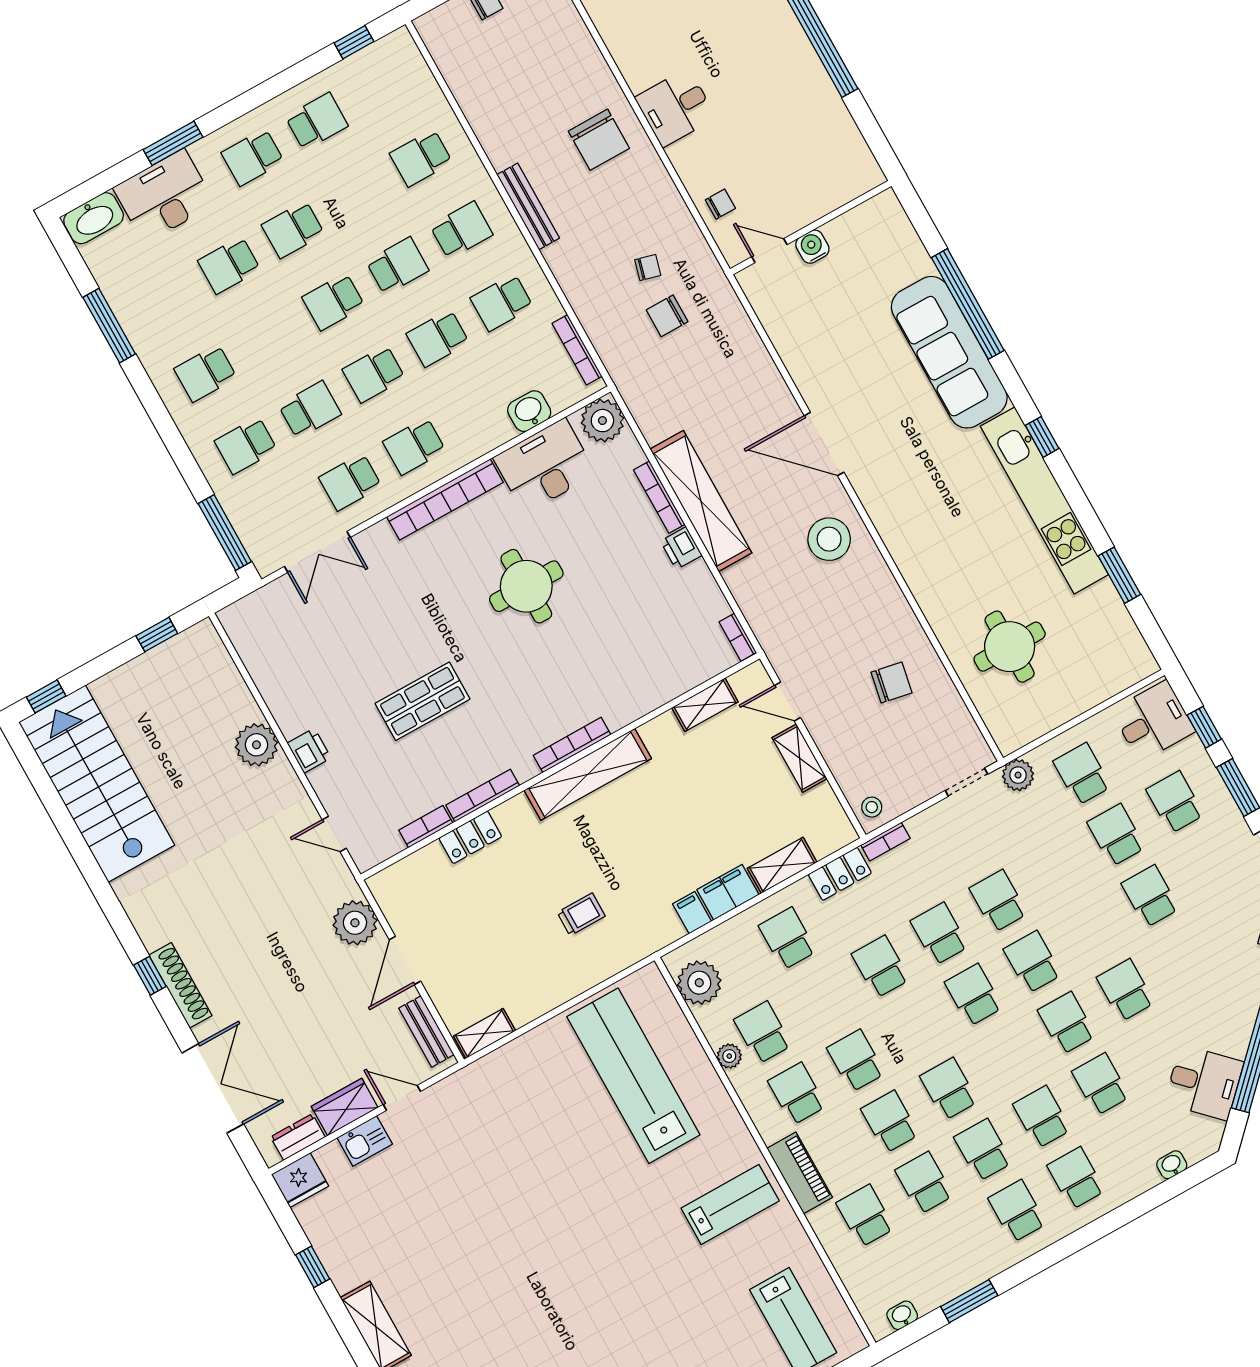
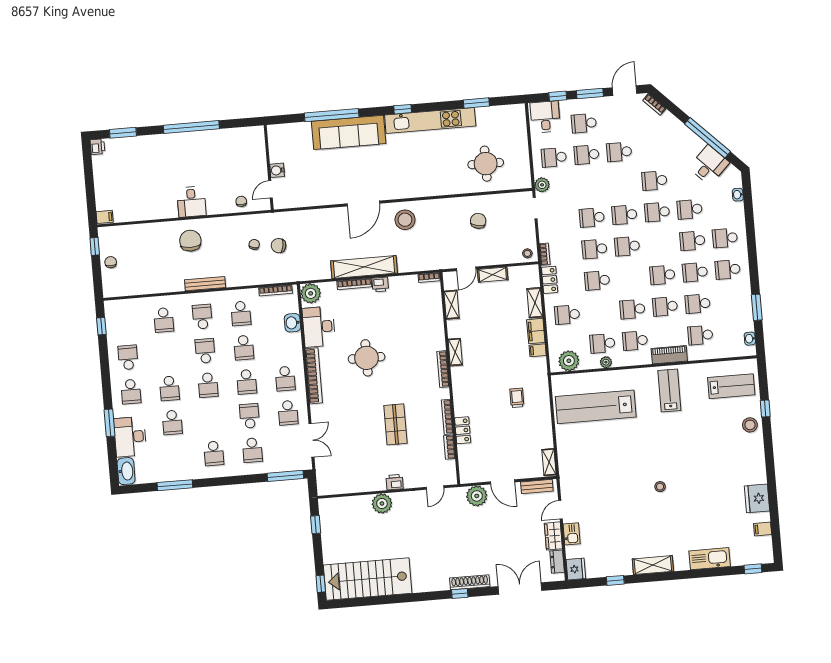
chair: (599, 140) -> (190, 241), turned -90
chair: (667, 316) -> (279, 246), turned 101
shelving: (588, 774) -> (455, 352), width x0.45, depth x0.75
stool: (535, 1271) -> (660, 487), added

